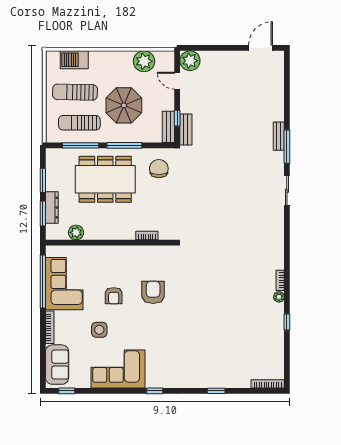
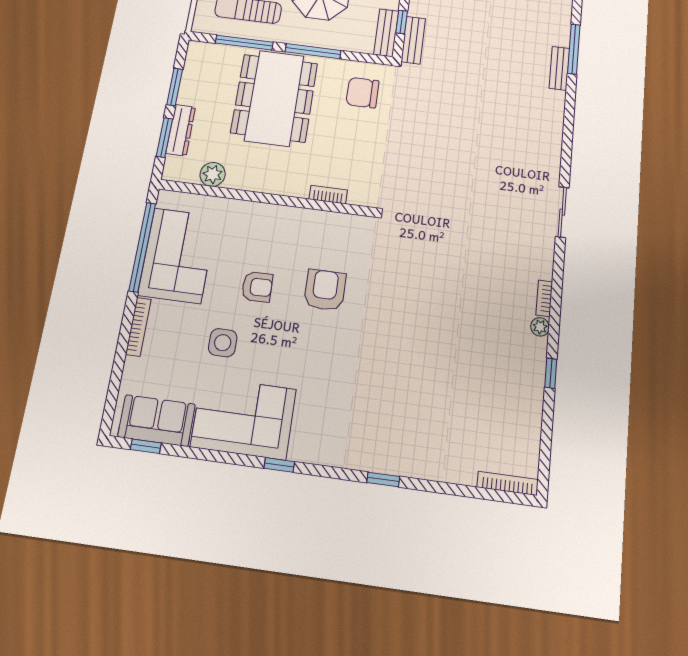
window: (287, 147) -> (574, 49), moved
chair: (159, 169) -> (362, 93), turned -90
dining table: (105, 179) -> (274, 98), turned 90
sliding door: (287, 191) -> (562, 212), moved
armchair: (114, 296) -> (257, 287), turned -91
sofa: (57, 365) -> (157, 421), moved, turned -90
window: (155, 391) -> (279, 465), moved
window: (216, 391) -> (383, 480), moved

